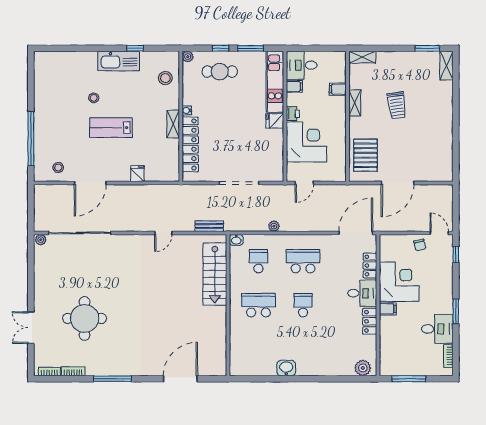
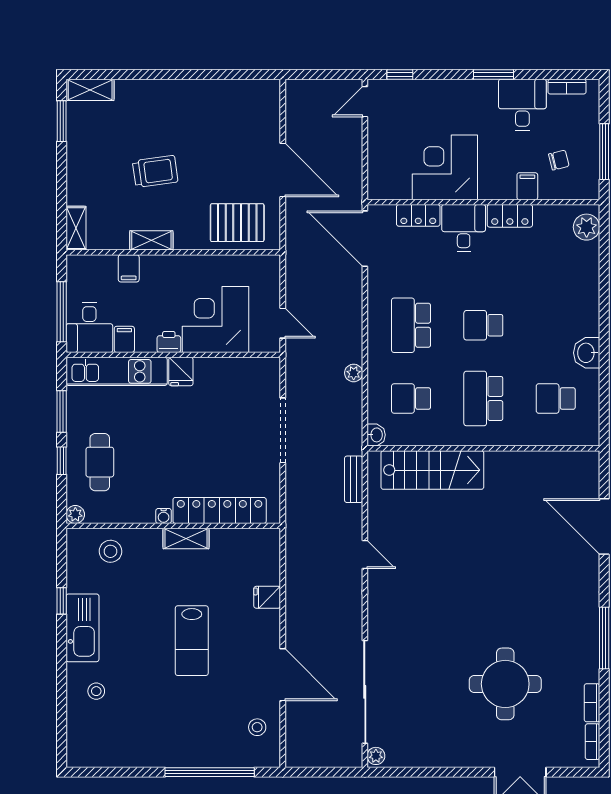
window: (311, 48) -> (62, 312), added
stool: (94, 98) -> (96, 691), moved
chair: (420, 245) -> (559, 160), moved
filing cabinet: (388, 309) -> (527, 186), moved
school desk: (258, 349) -> (556, 398), added

